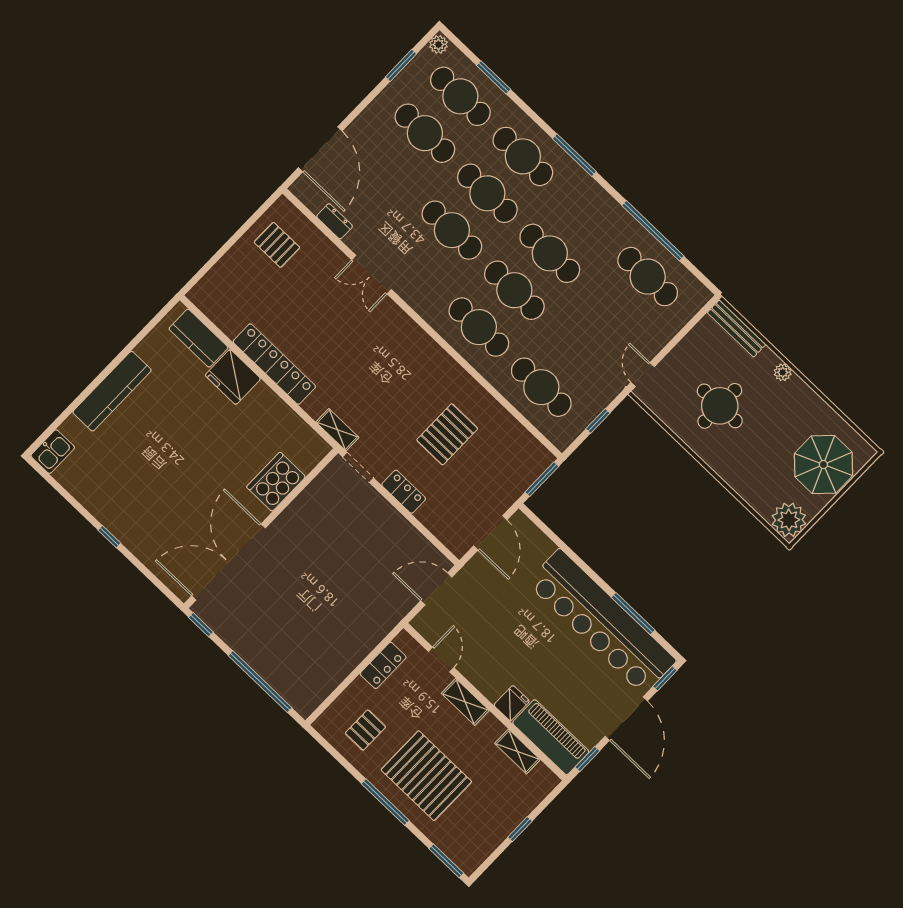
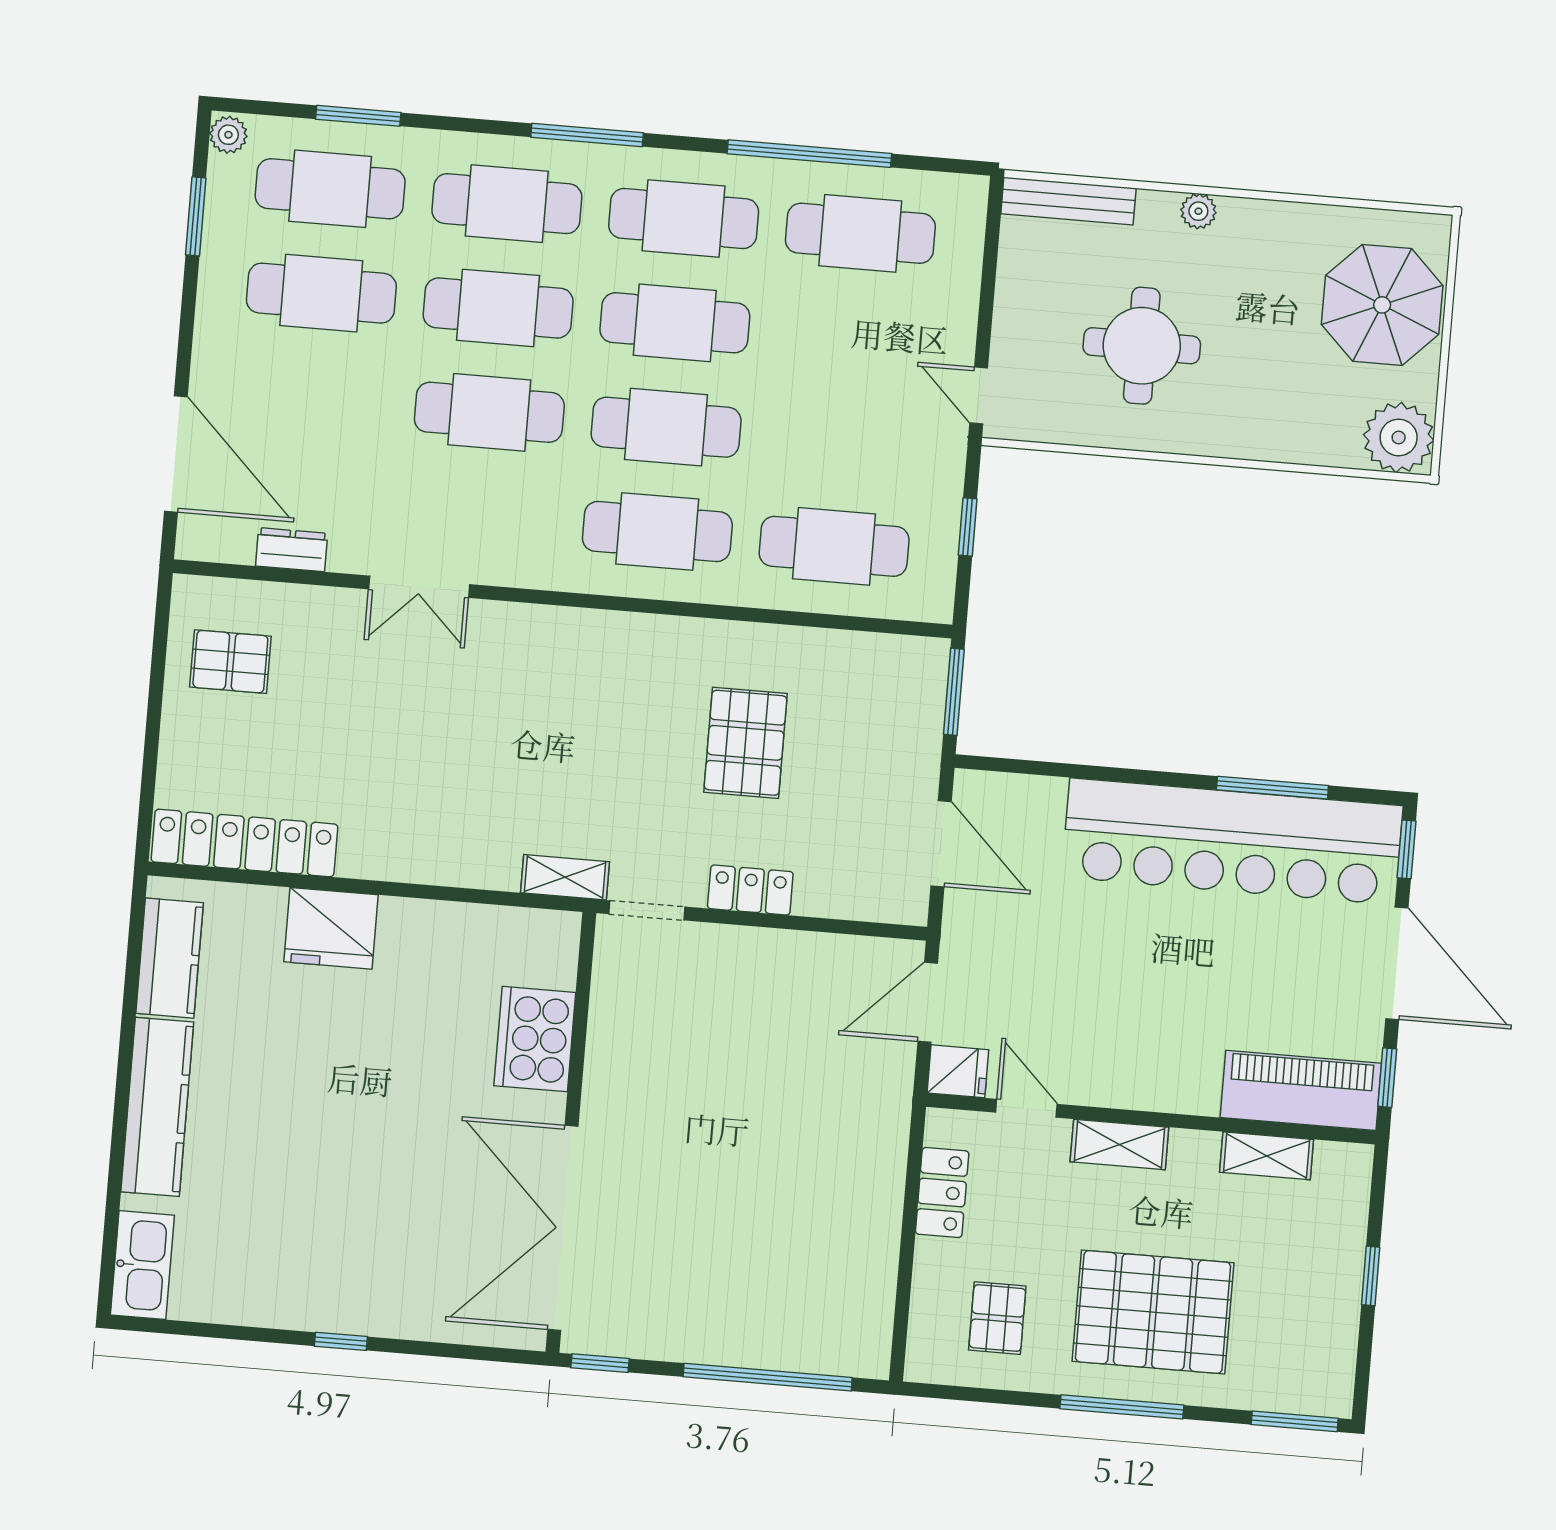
cafe table: (585, 216) -> (684, 218), added
kitchen counter: (198, 338) -> (170, 958), moved, turned -90
locker: (274, 364) -> (244, 843), moved
kitchen sink: (53, 452) -> (142, 1265), width x1.38
fridge: (512, 703) -> (958, 1071), moved, turned 90

